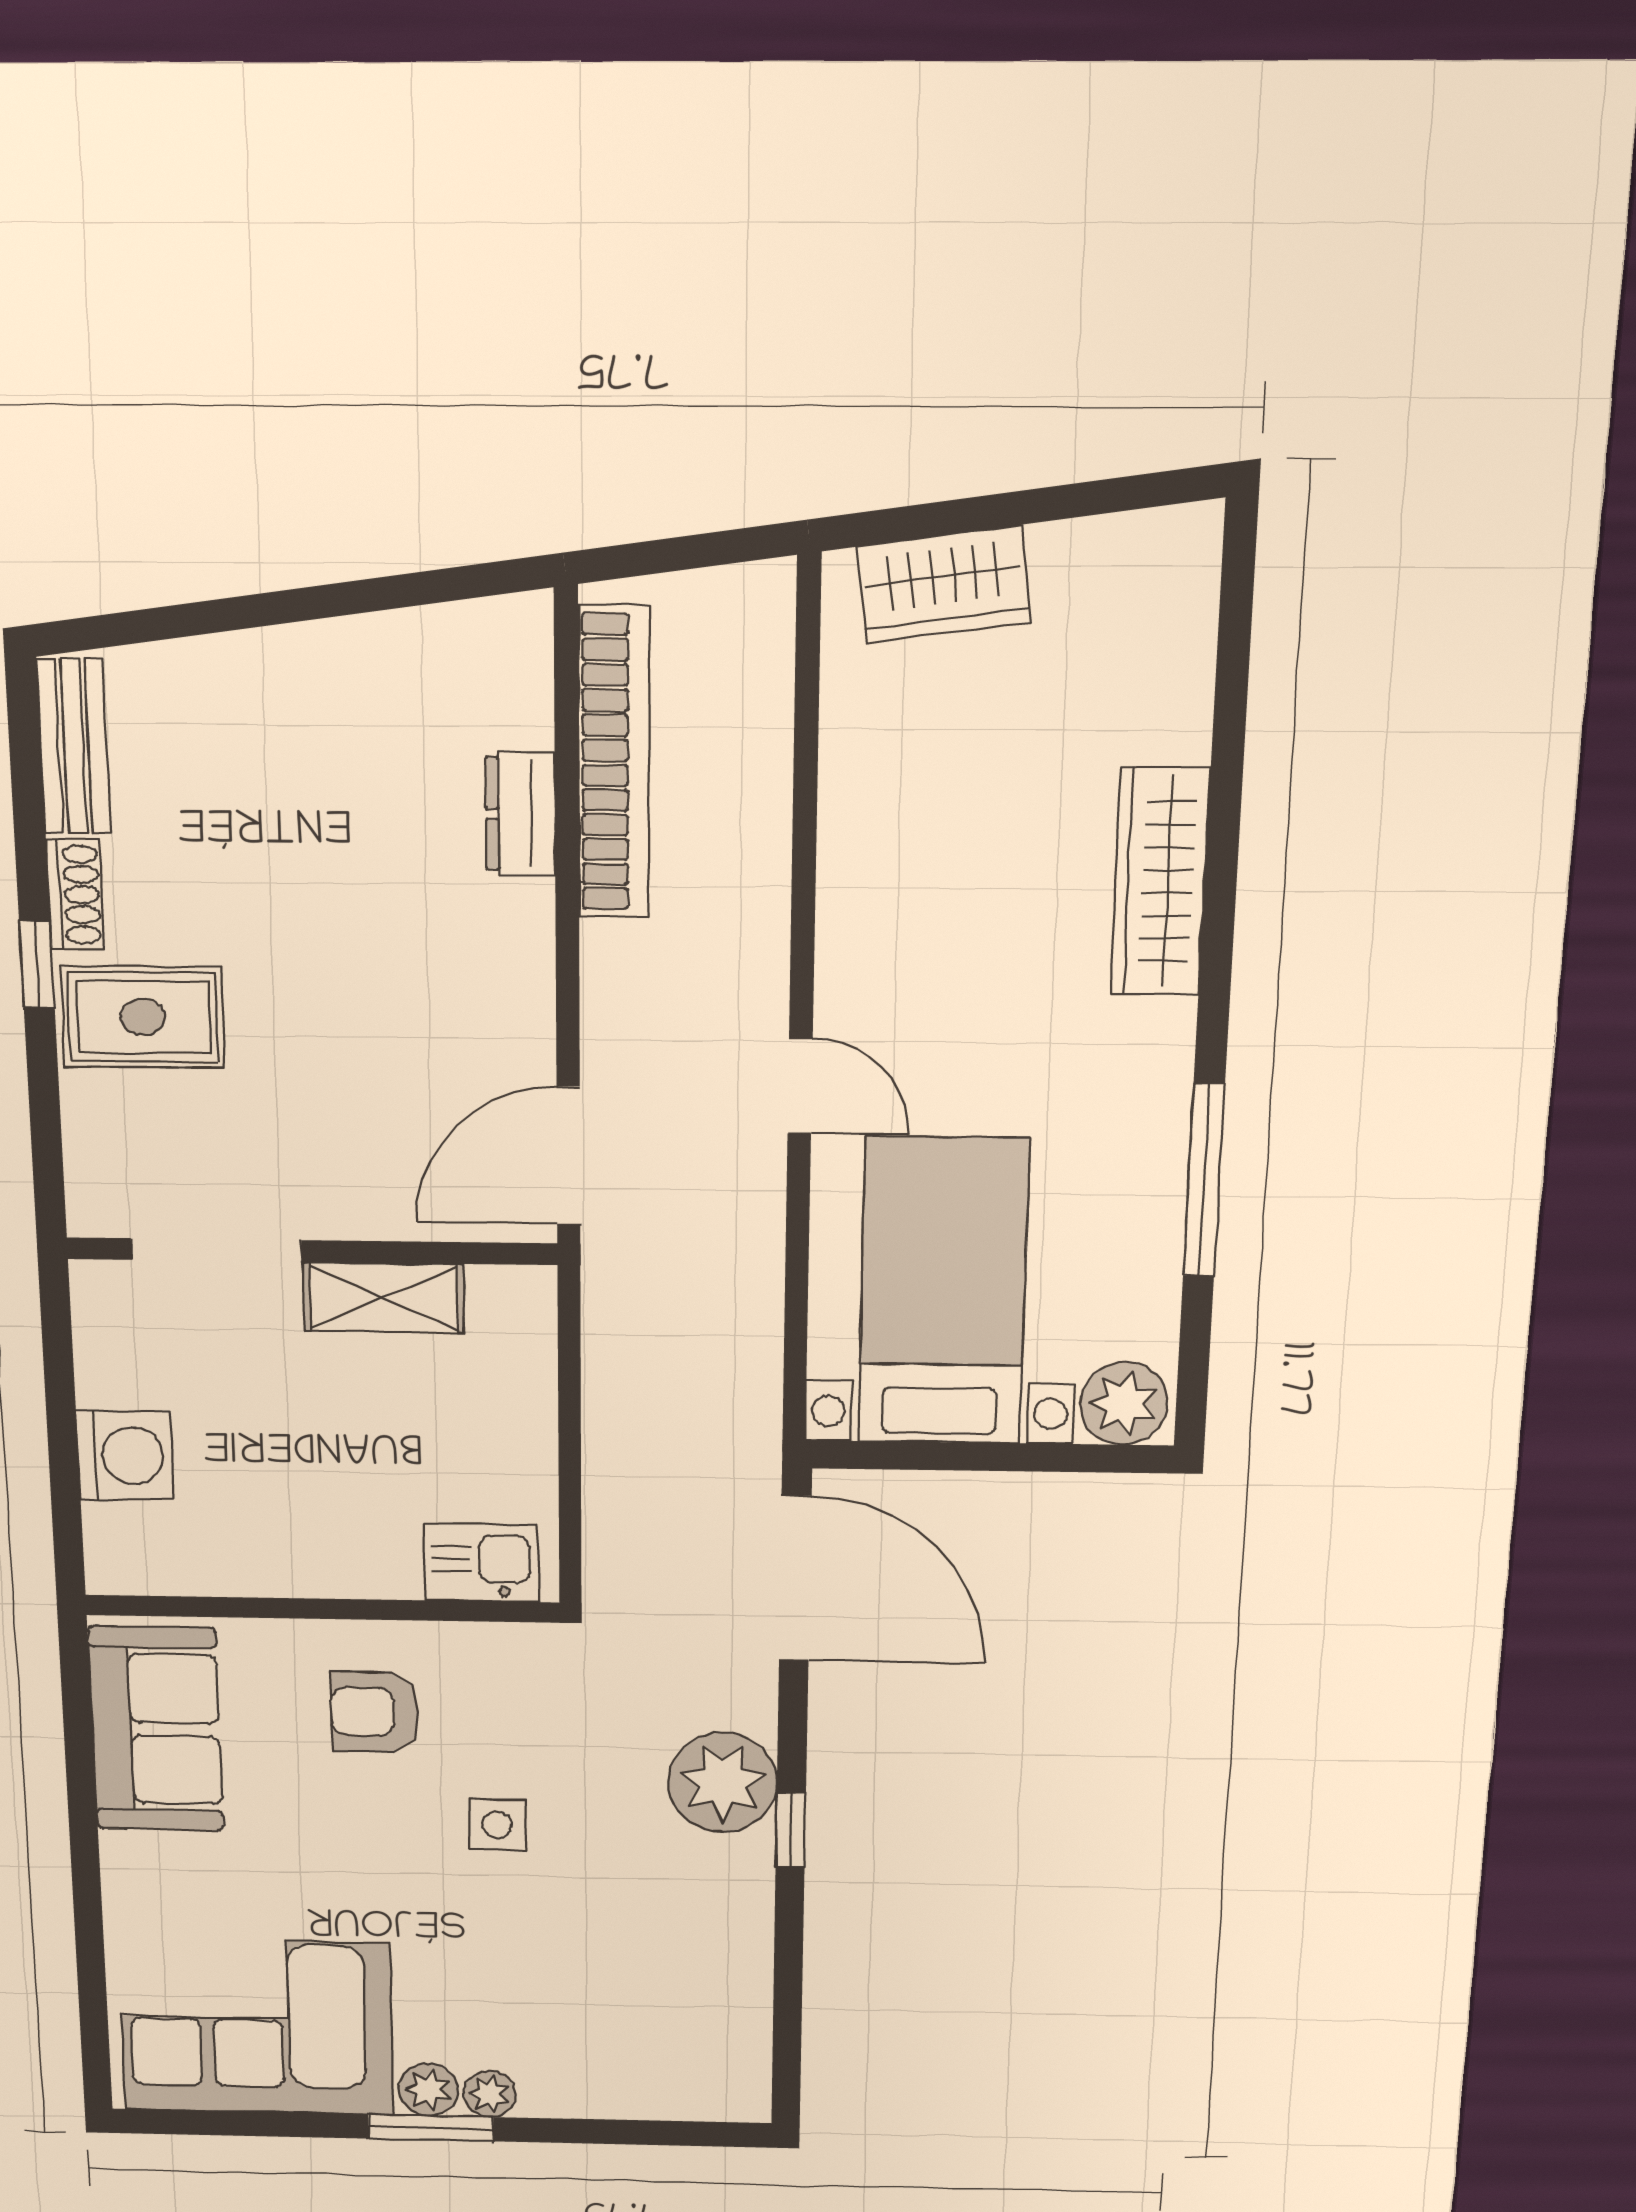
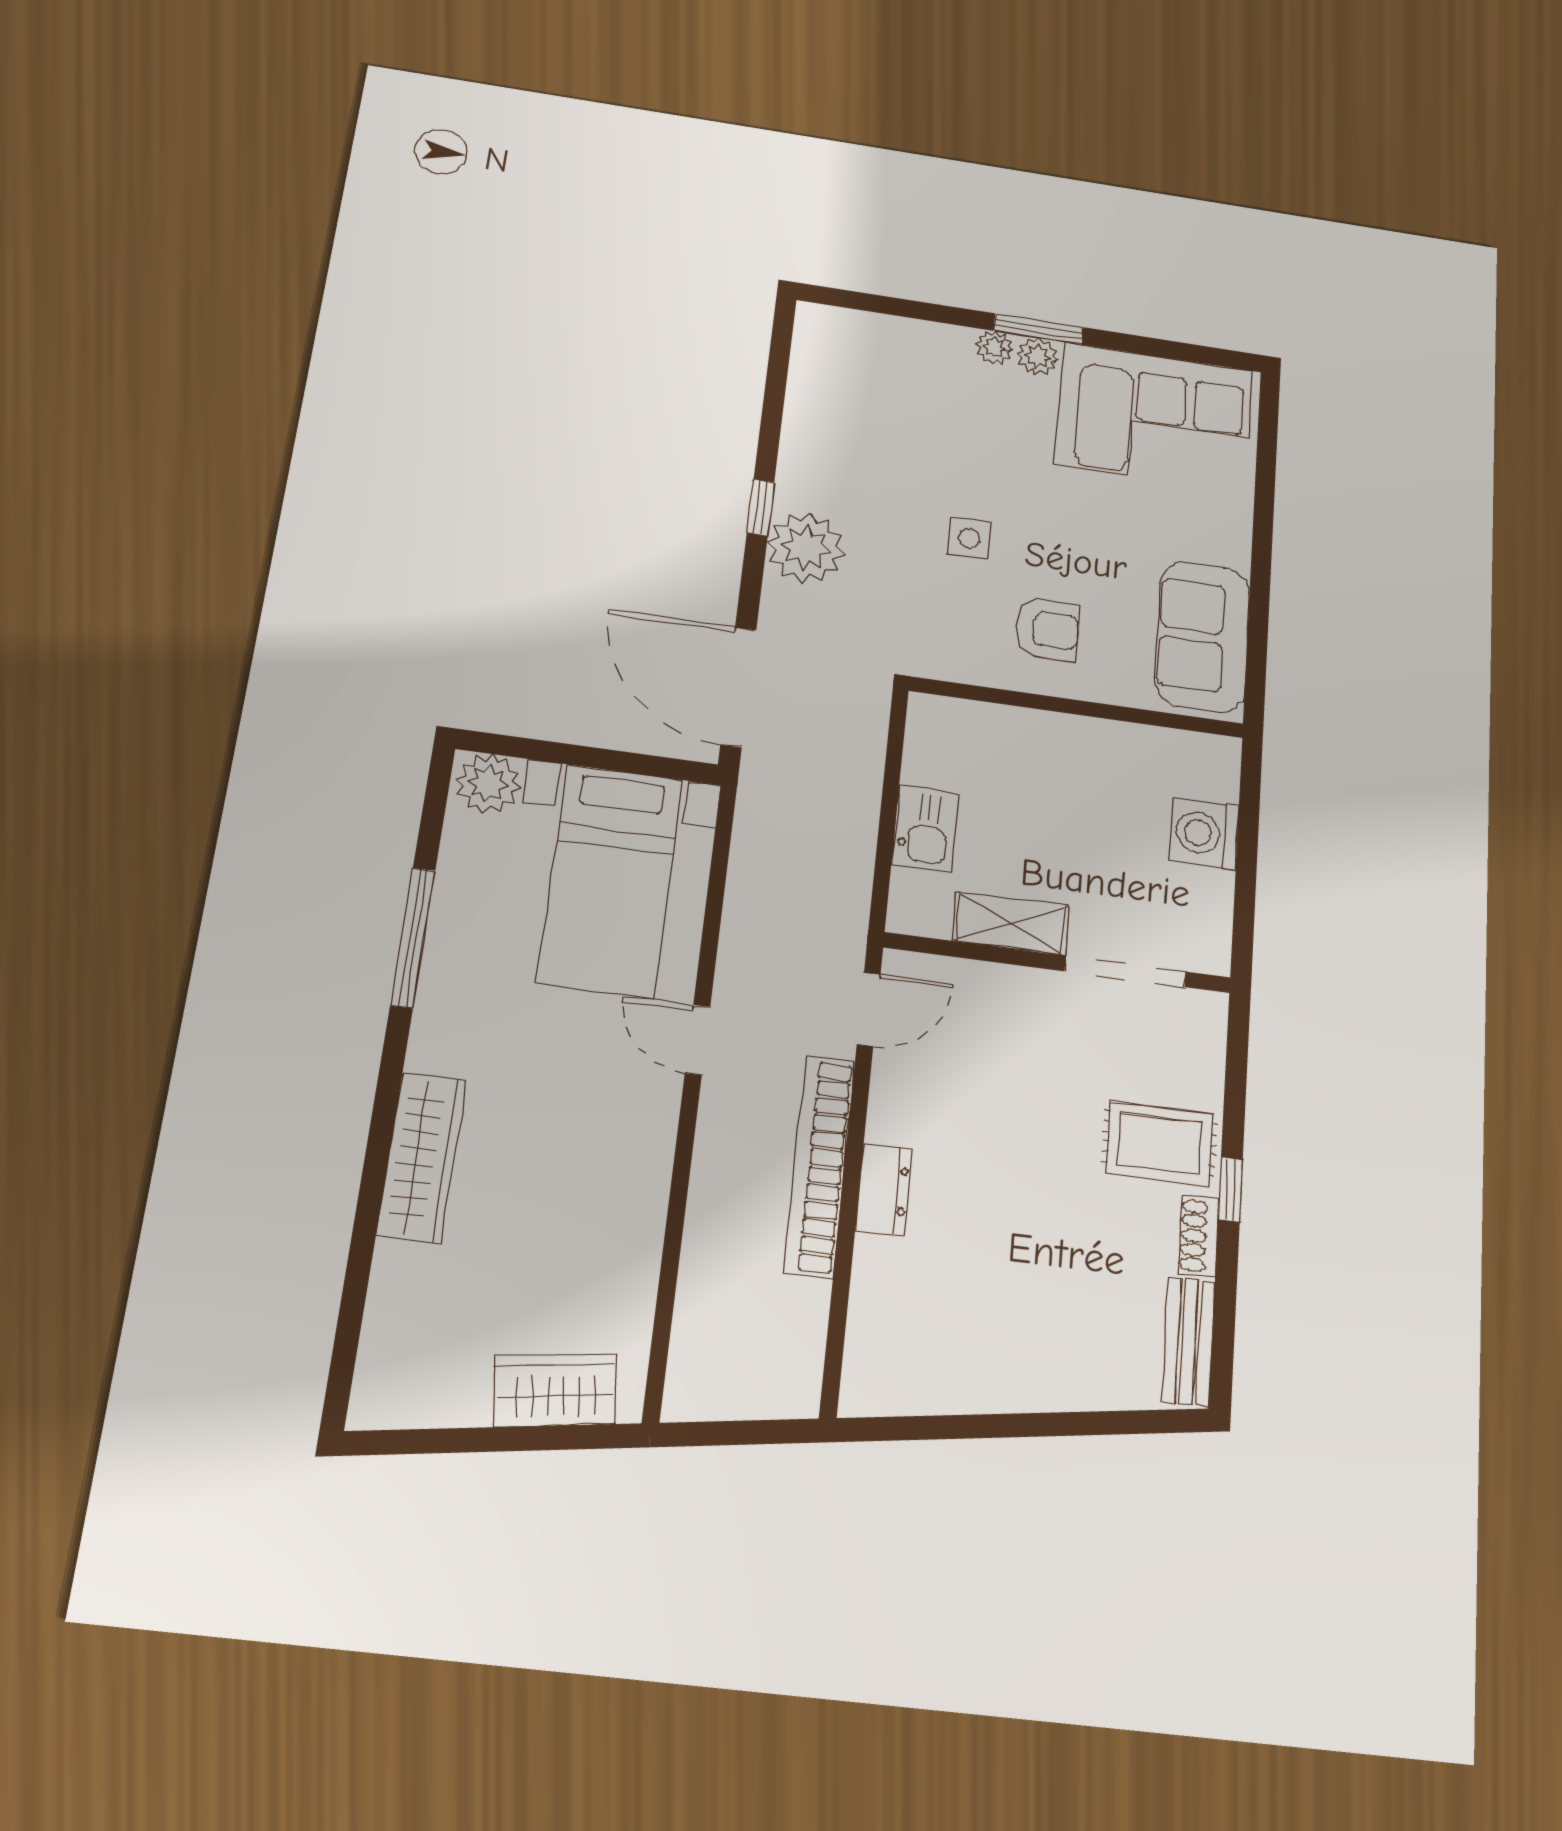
bookcase: (614, 763) -> (819, 1166), moved
dresser: (520, 814) -> (884, 1189), moved
door: (568, 1156) -> (869, 1009), width x0.73
kitchen sink: (482, 1563) -> (925, 829), moved, turned -90

